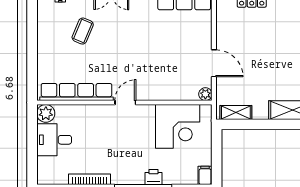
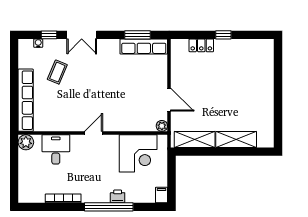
row of seats: (76, 92) -> (26, 100), moved, turned 90
shelving: (236, 113) -> (195, 140), width x1.50, depth x1.33
desk: (54, 140) -> (56, 149), moved, turned 90

